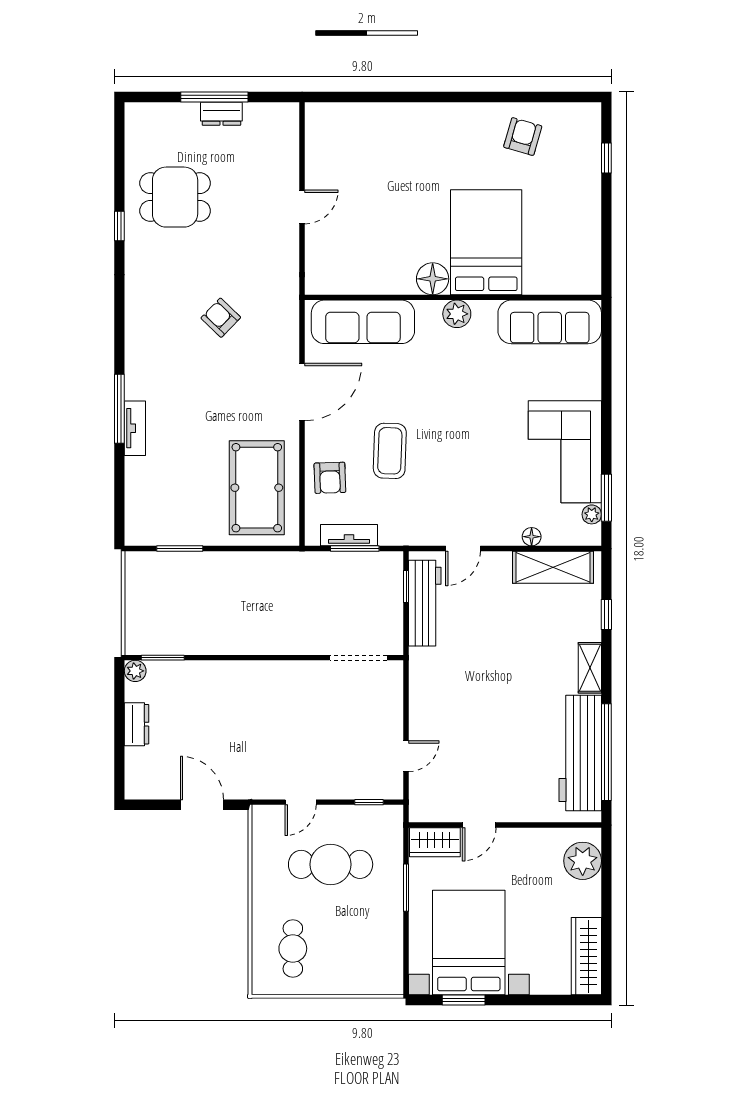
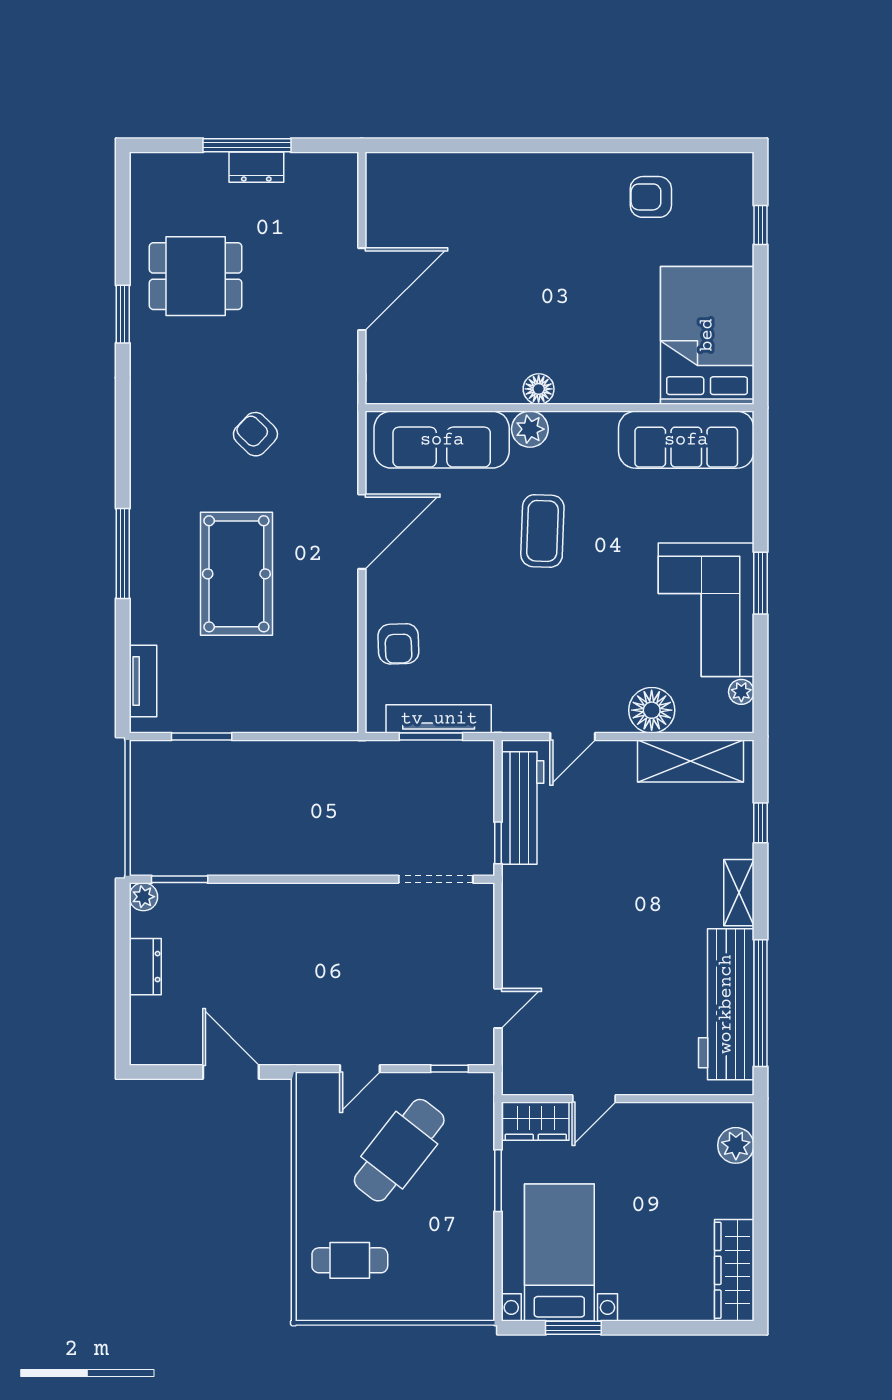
armchair: (523, 137) -> (651, 197), turned -106
door: (302, 207) -> (362, 289), width x1.88
window: (119, 226) -> (123, 314), width x1.50
bed: (486, 242) -> (707, 335), moved
floor lamp: (433, 279) -> (539, 389), width x0.73, depth x0.73
plant: (457, 314) -> (530, 429), moved
tv unit: (135, 428) -> (143, 681), moved
coffee table: (390, 451) -> (542, 531), moved
pool table: (257, 488) -> (236, 574), moved
window: (606, 498) -> (760, 583), moved
tv unit: (349, 535) -> (439, 719), width x1.41
floor lamp: (532, 537) -> (652, 710), width x1.89, depth x1.89
window: (406, 587) -> (498, 843), moved
plant: (583, 861) -> (736, 1145), width x0.73, depth x0.73
cafe table: (331, 864) -> (399, 1150), turned -52
bed with nightstands: (469, 943) -> (559, 1253), width x0.73
cafe table: (293, 949) -> (350, 1260), turned 90

